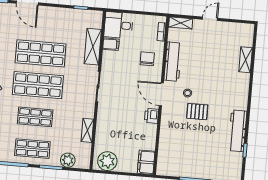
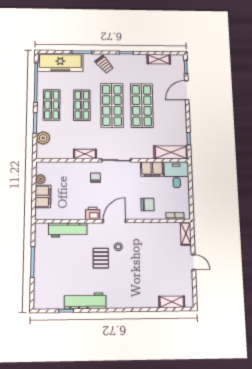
filing cabinet: (111, 44) -> (152, 169), width x2.00
shelving: (93, 47) -> (171, 152), moved
shelving: (246, 60) -> (172, 302), moved
workbench: (173, 62) -> (68, 230), moved
chair: (115, 110) -> (95, 178), added
shelving: (87, 130) -> (85, 154), moved
plant: (107, 161) -> (40, 179), width x0.53, depth x0.53
filing cabinet: (146, 162) -> (43, 196), moved, turned 90

